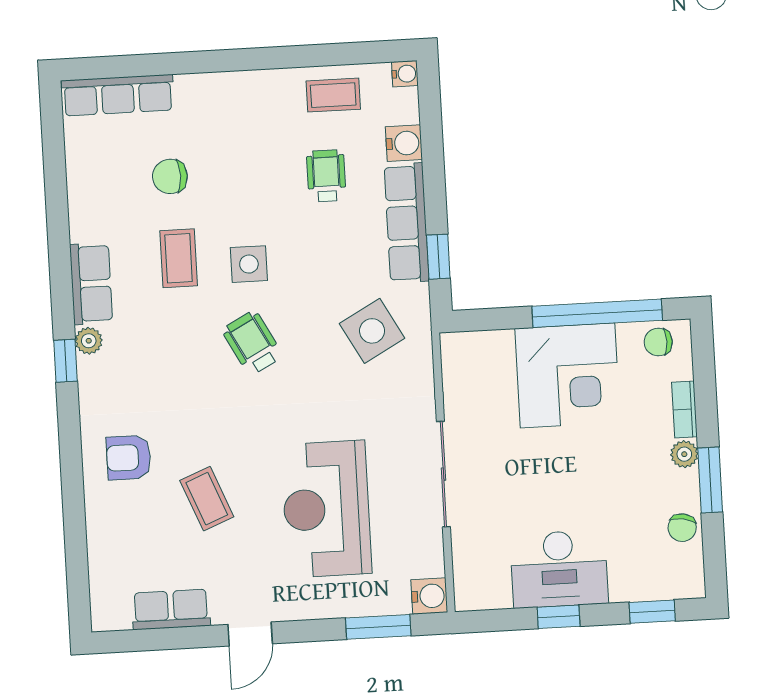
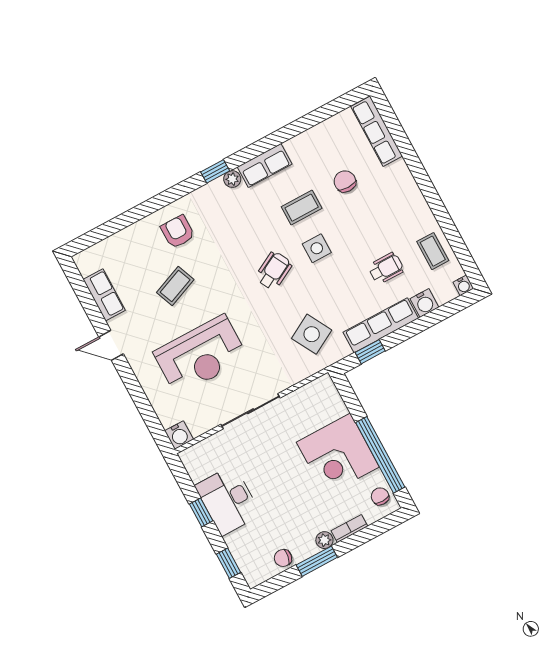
reception desk: (326, 509) -> (201, 355), turned 180
window: (378, 627) -> (149, 415), removed

